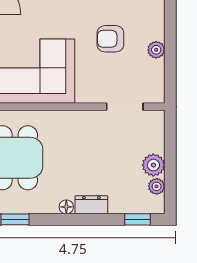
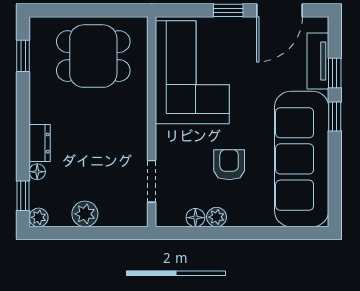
floor lamp: (157, 68) -> (195, 218), added
plant: (157, 186) -> (39, 217), moved
floor lamp: (66, 207) -> (37, 172), moved

